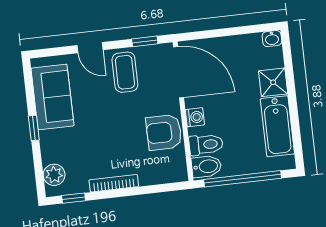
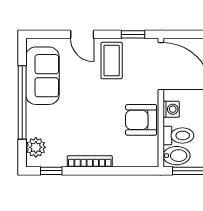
window: (34, 128) -> (22, 102), width x3.17

